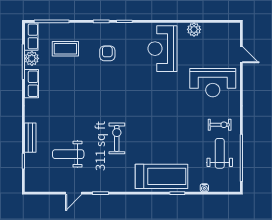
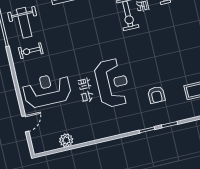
plant: (194, 29) -> (66, 140), moved
reception desk: (163, 49) -> (112, 83), moved
door: (241, 55) -> (25, 124), swing flipped

